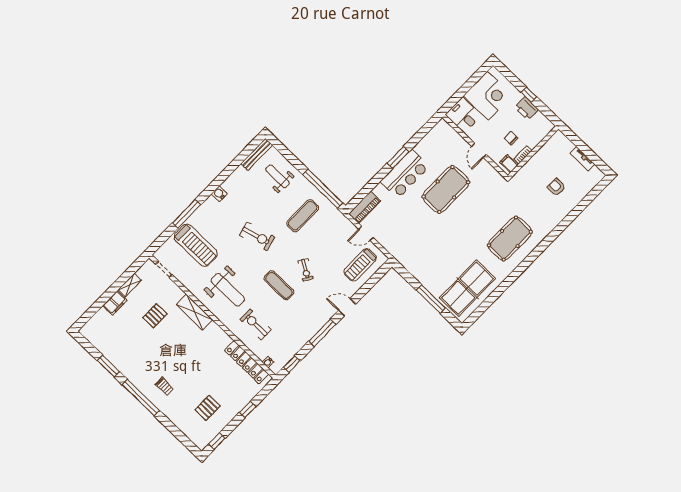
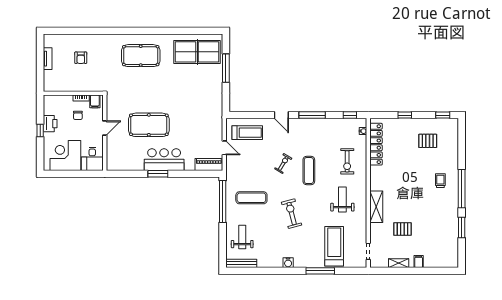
weight bench: (278, 176) -> (242, 237), turned 180
weight bench: (228, 290) -> (342, 200), width x0.73, depth x0.75
filing cabinet: (115, 303) -> (419, 262), width x0.50

